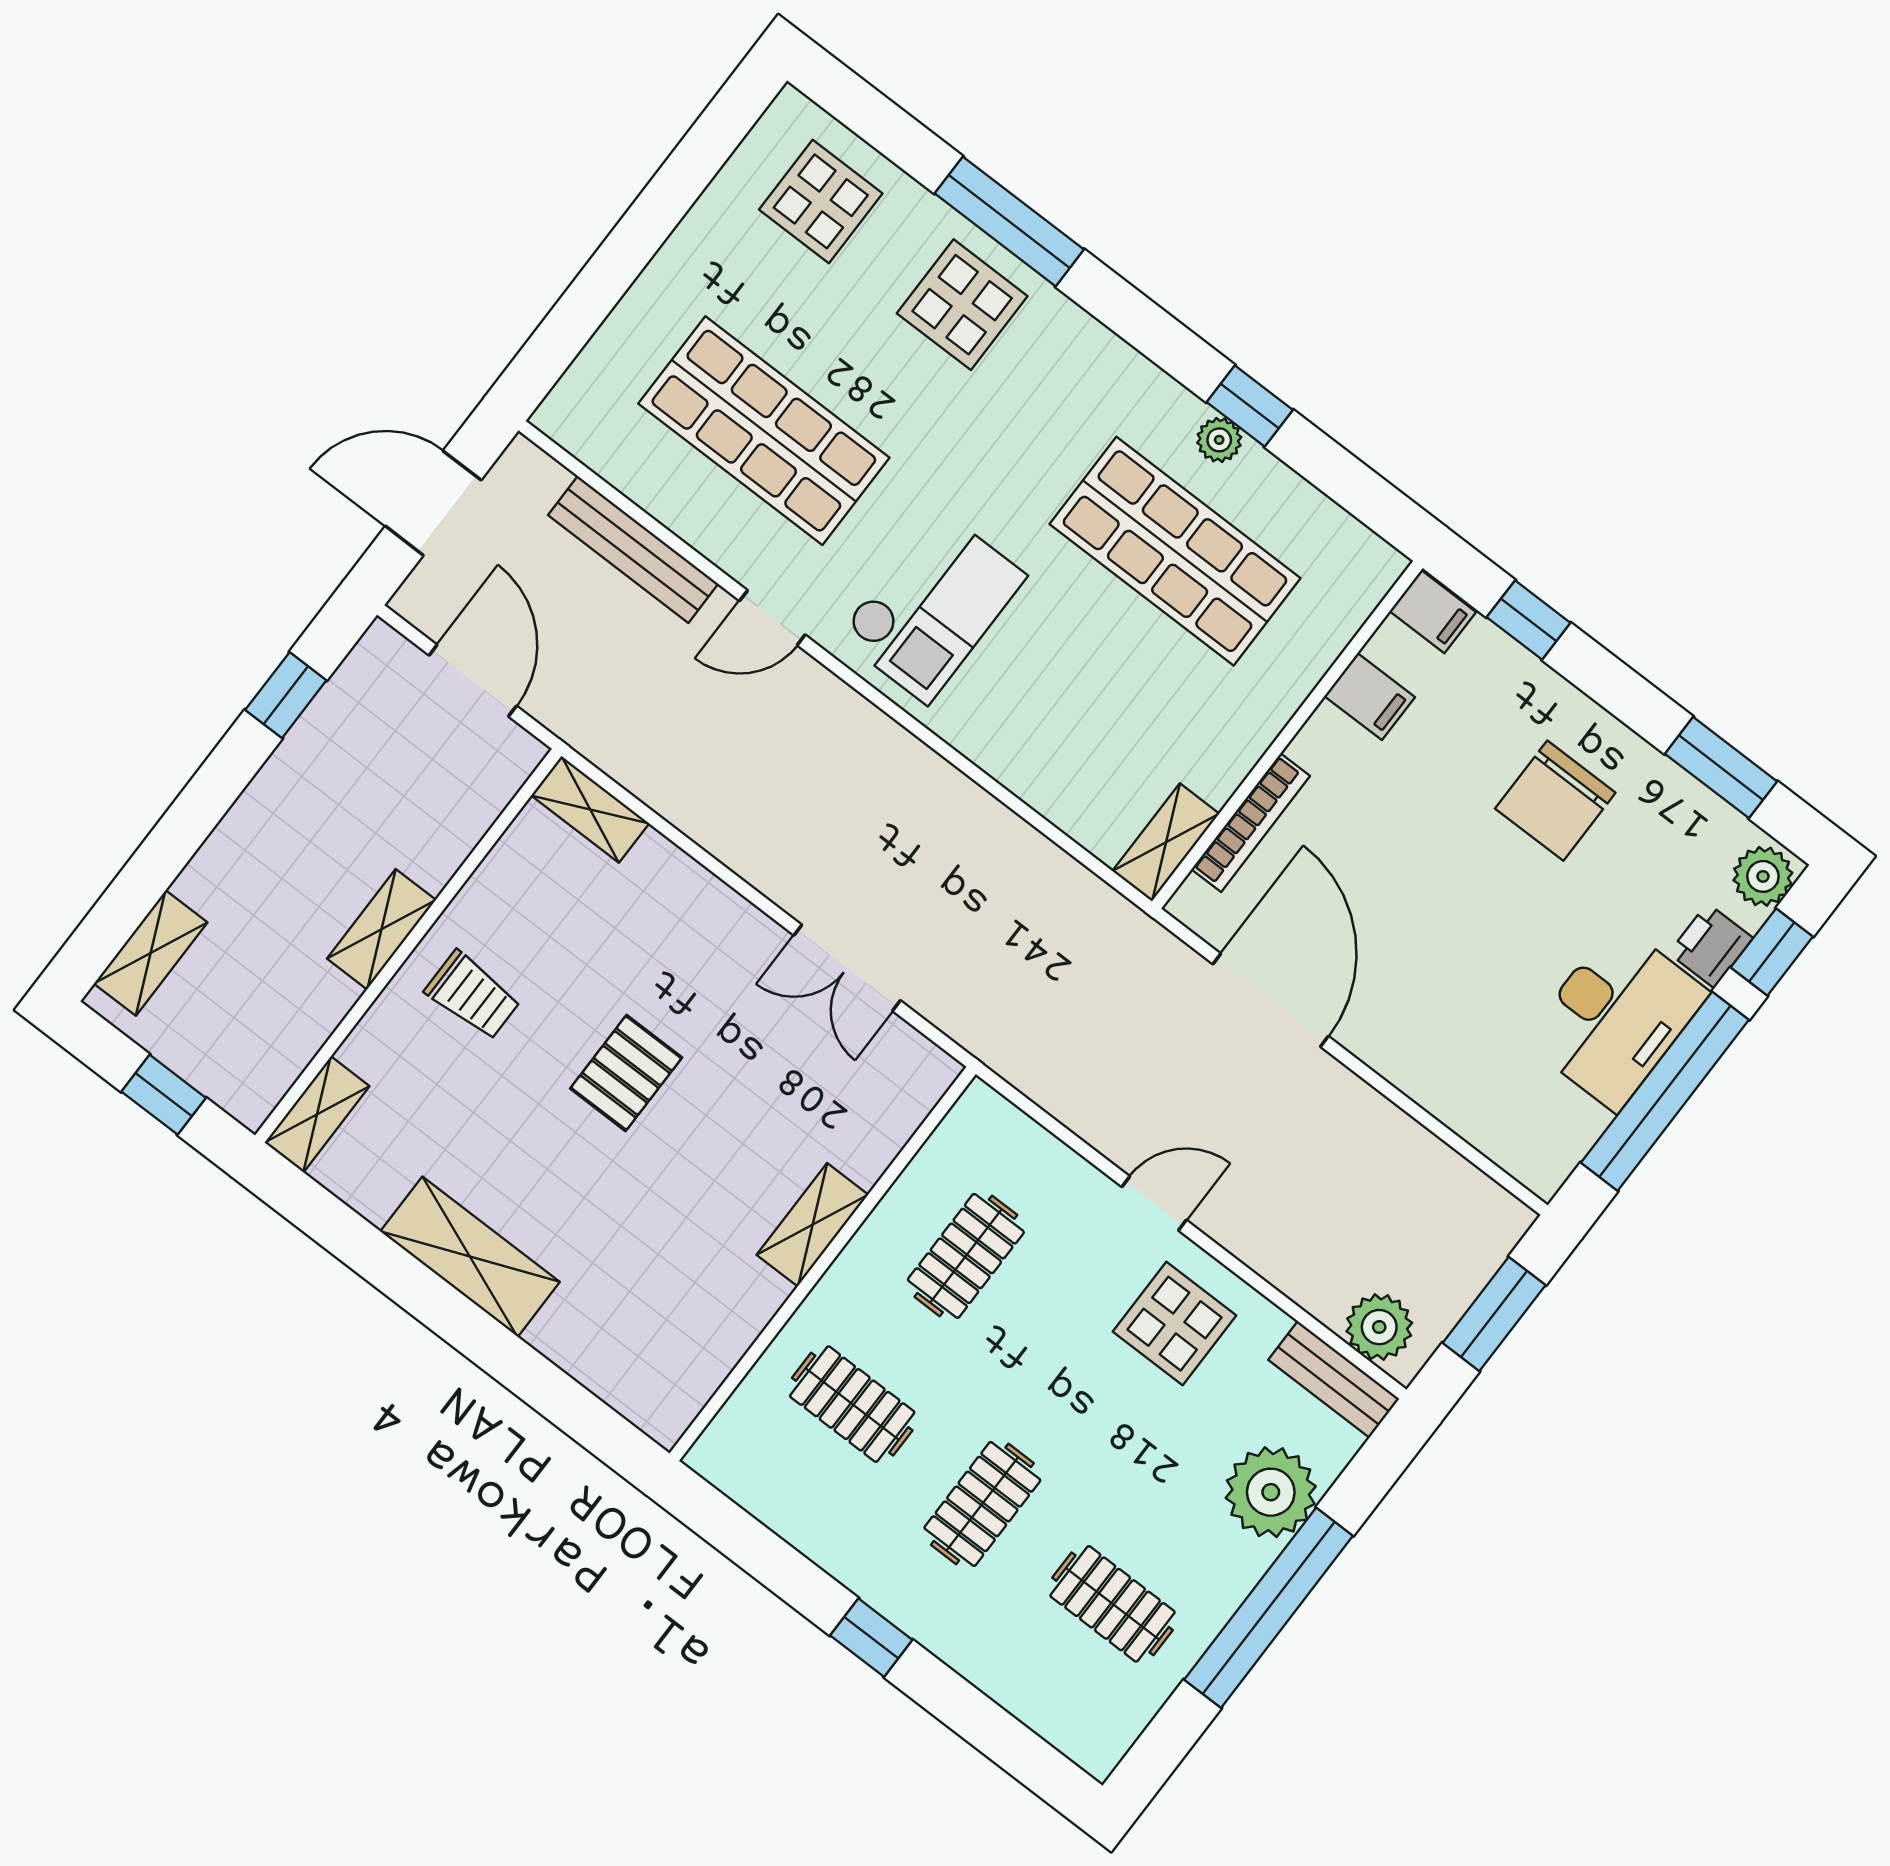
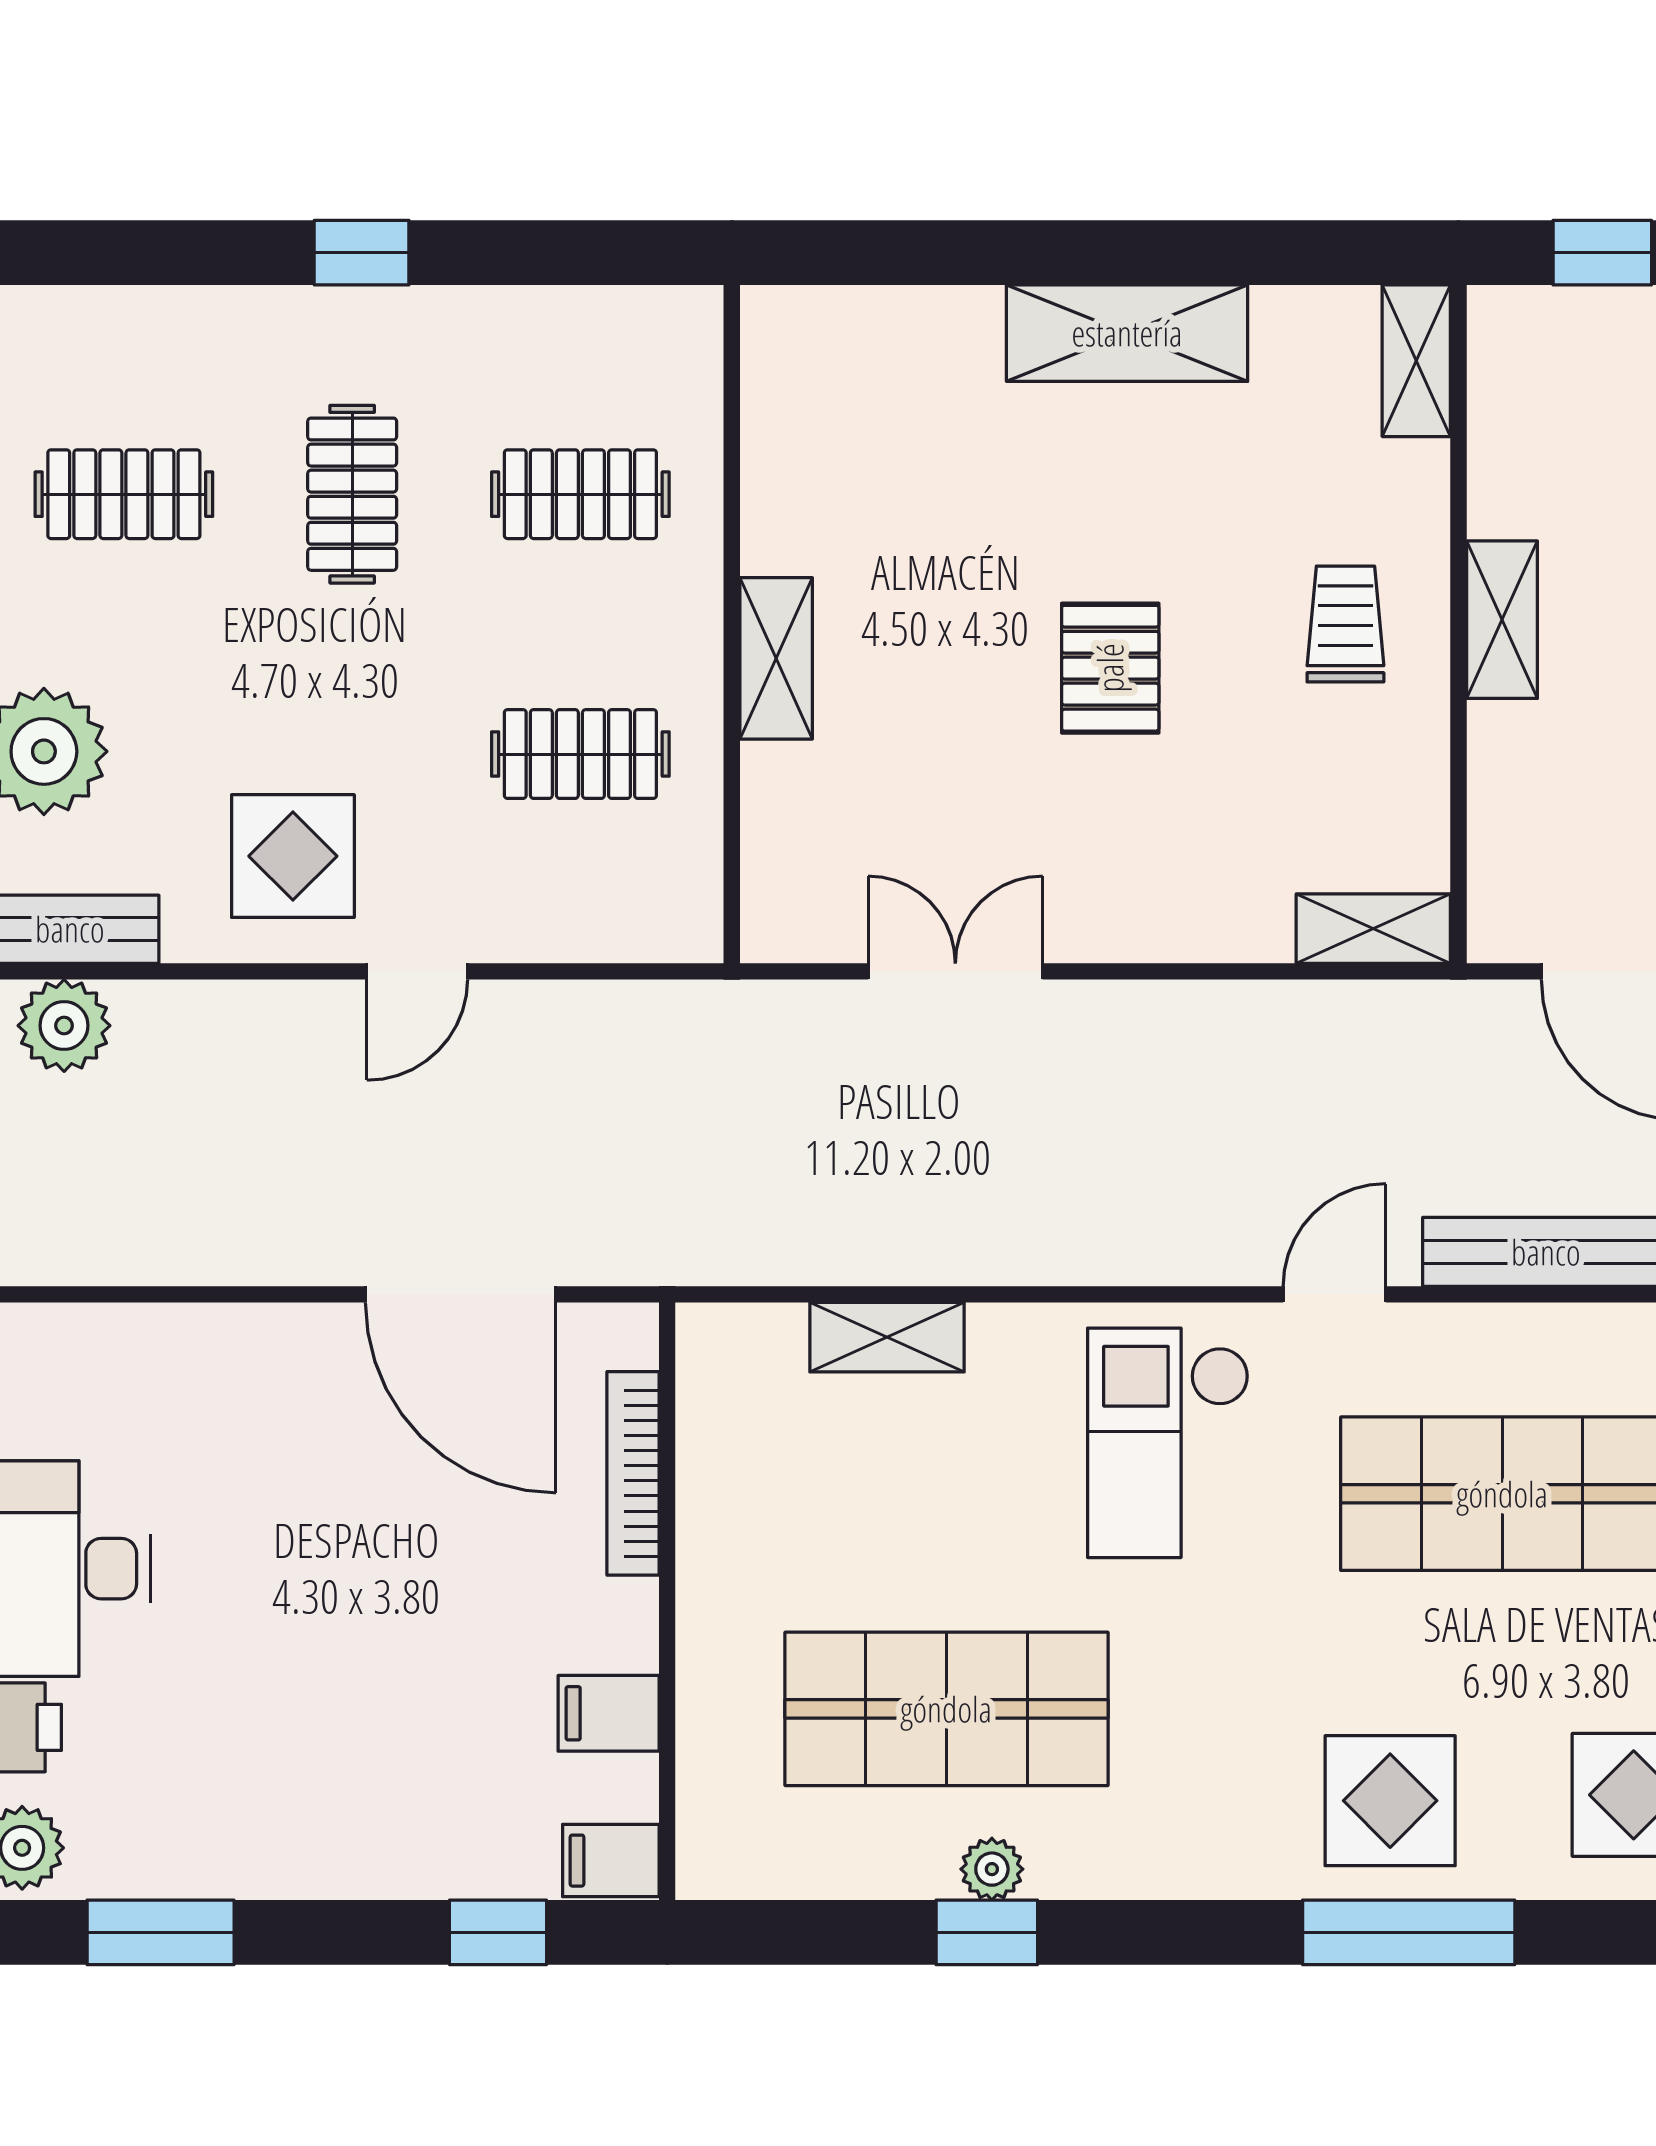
chair: (1555, 801) -> (315, 1756), removed
shelving: (1166, 842) -> (887, 1337), moved, turned 90
trolley: (473, 995) -> (1345, 624), turned 90
clothes rail: (966, 1256) -> (580, 754), turned 90

